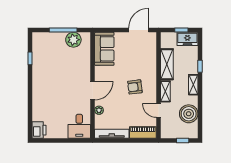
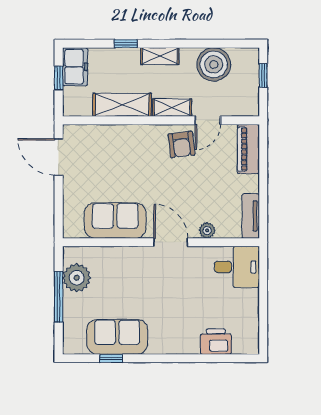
sofa: (104, 49) -> (115, 221), moved
sofa: (42, 62) -> (117, 337), added
armchair: (135, 87) -> (181, 144), moved
printer: (39, 130) -> (216, 342), moved
tv unit: (112, 134) -> (251, 216), width x0.71

